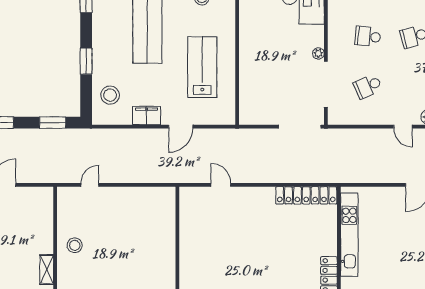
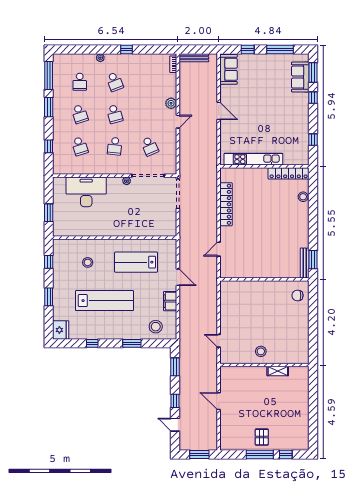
locker: (306, 195) -> (226, 204), moved

